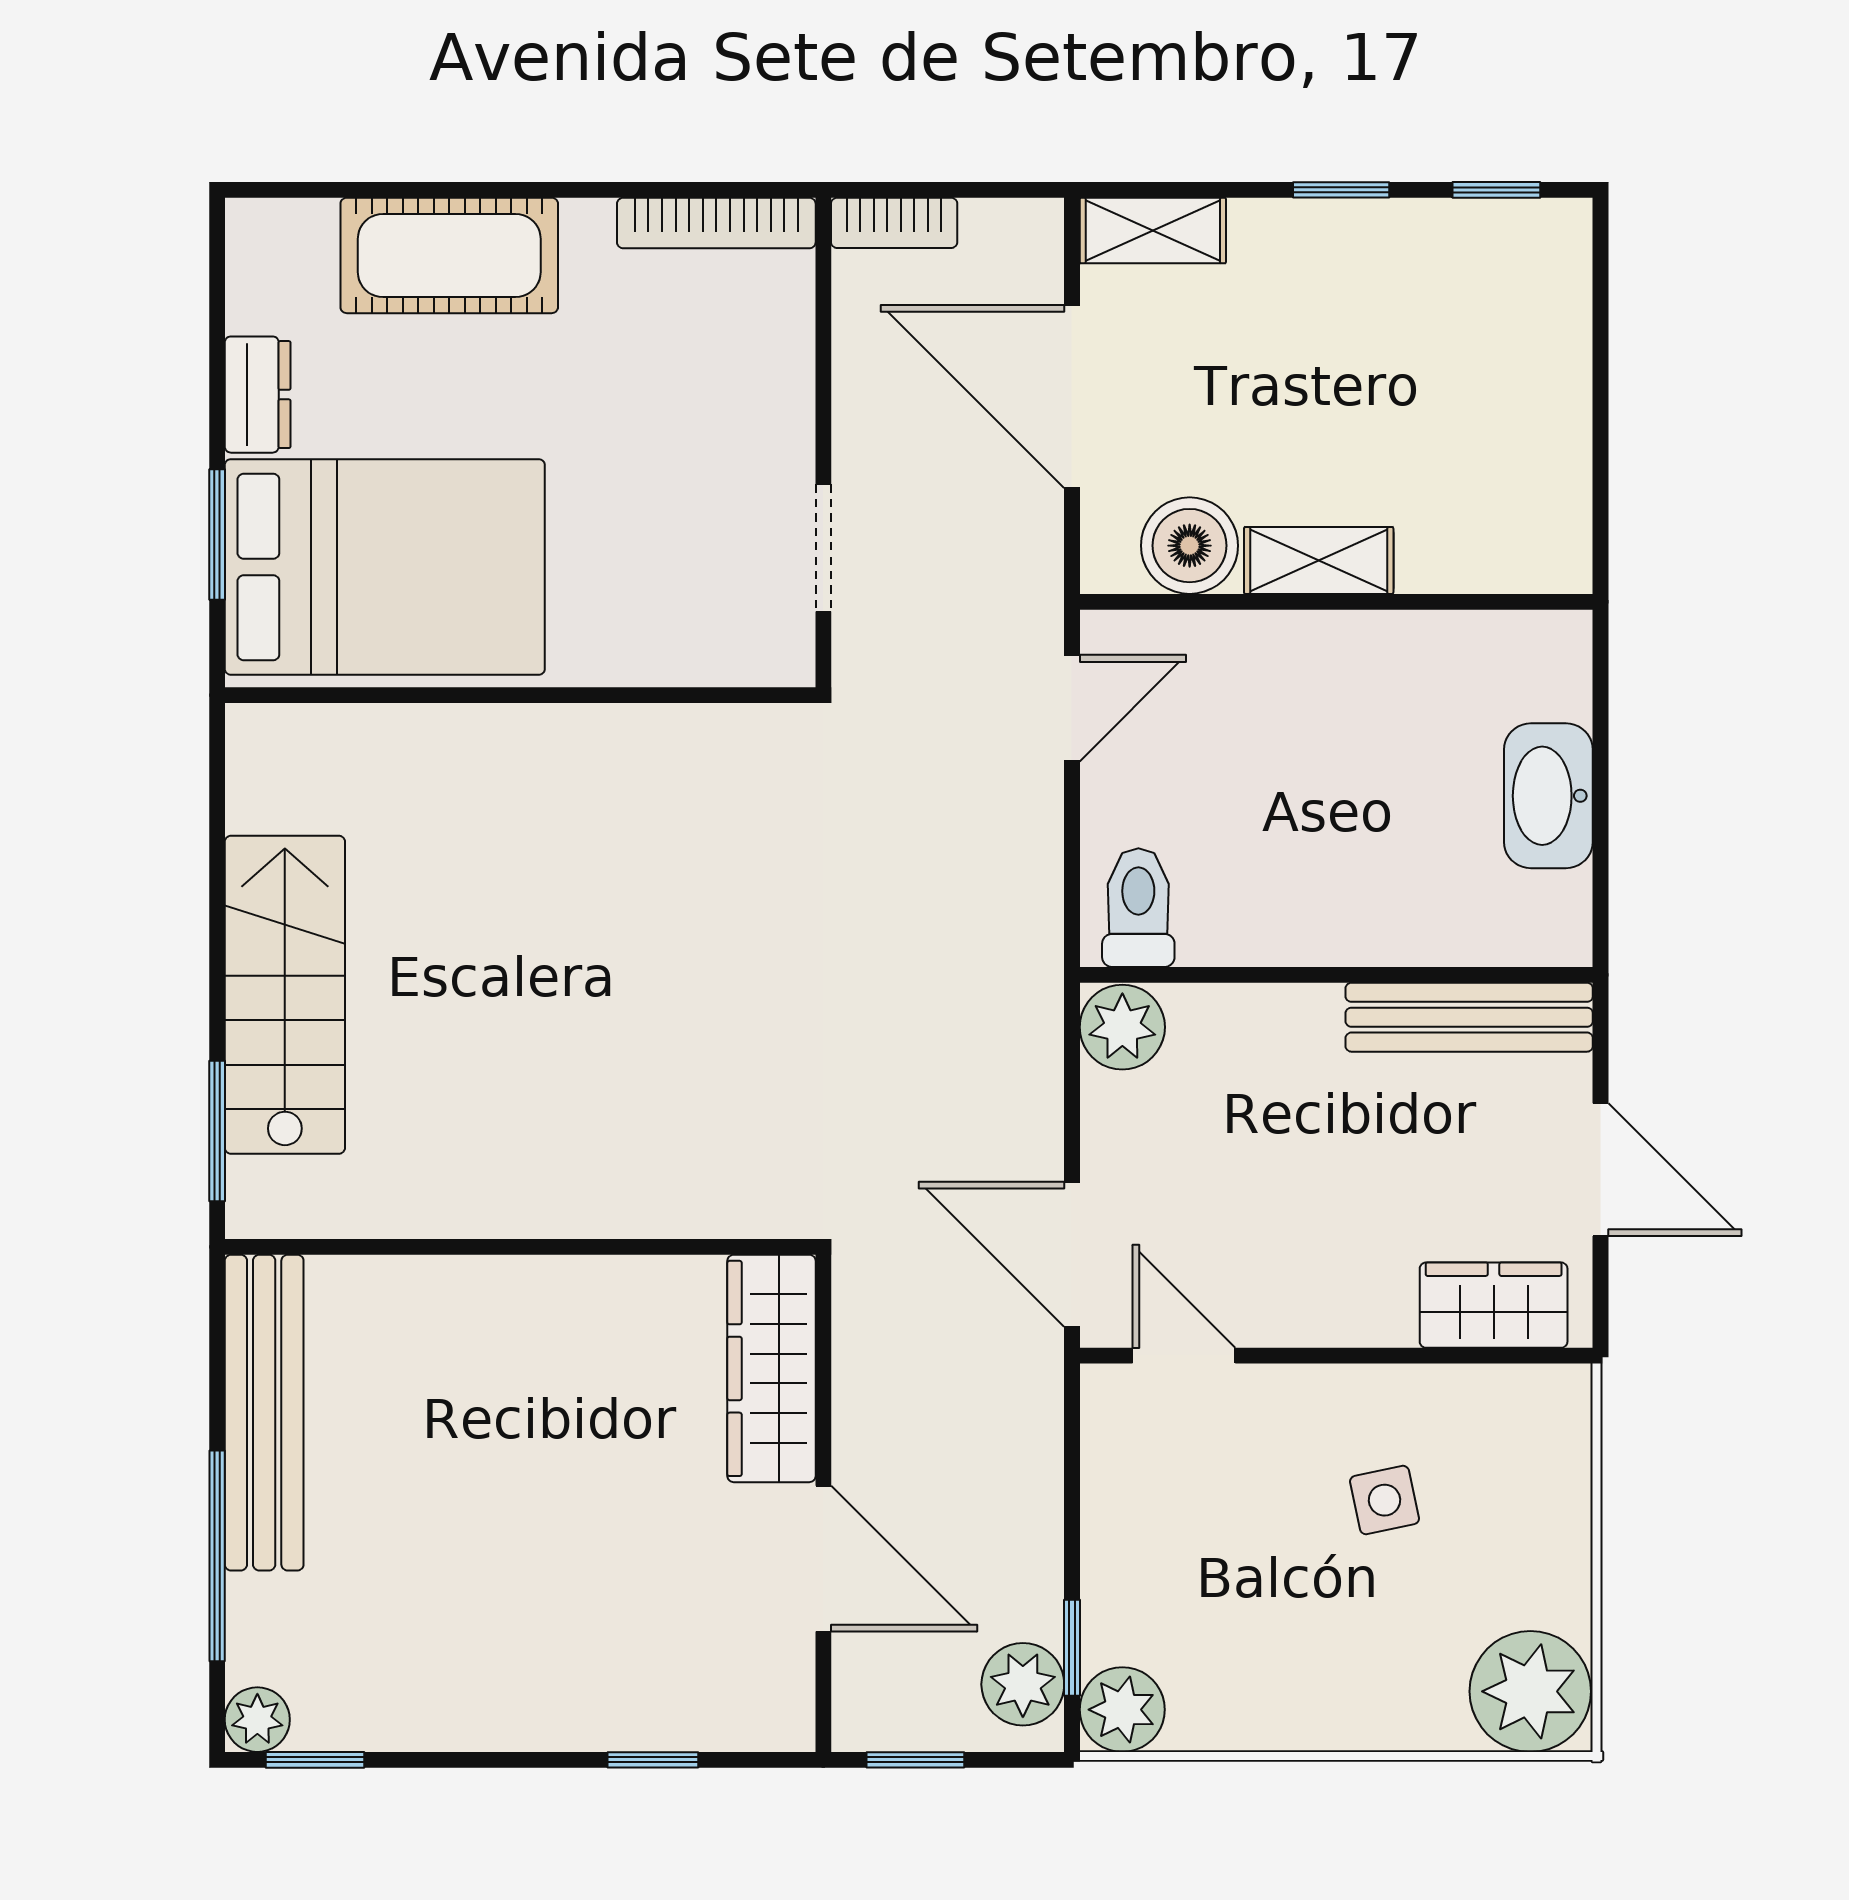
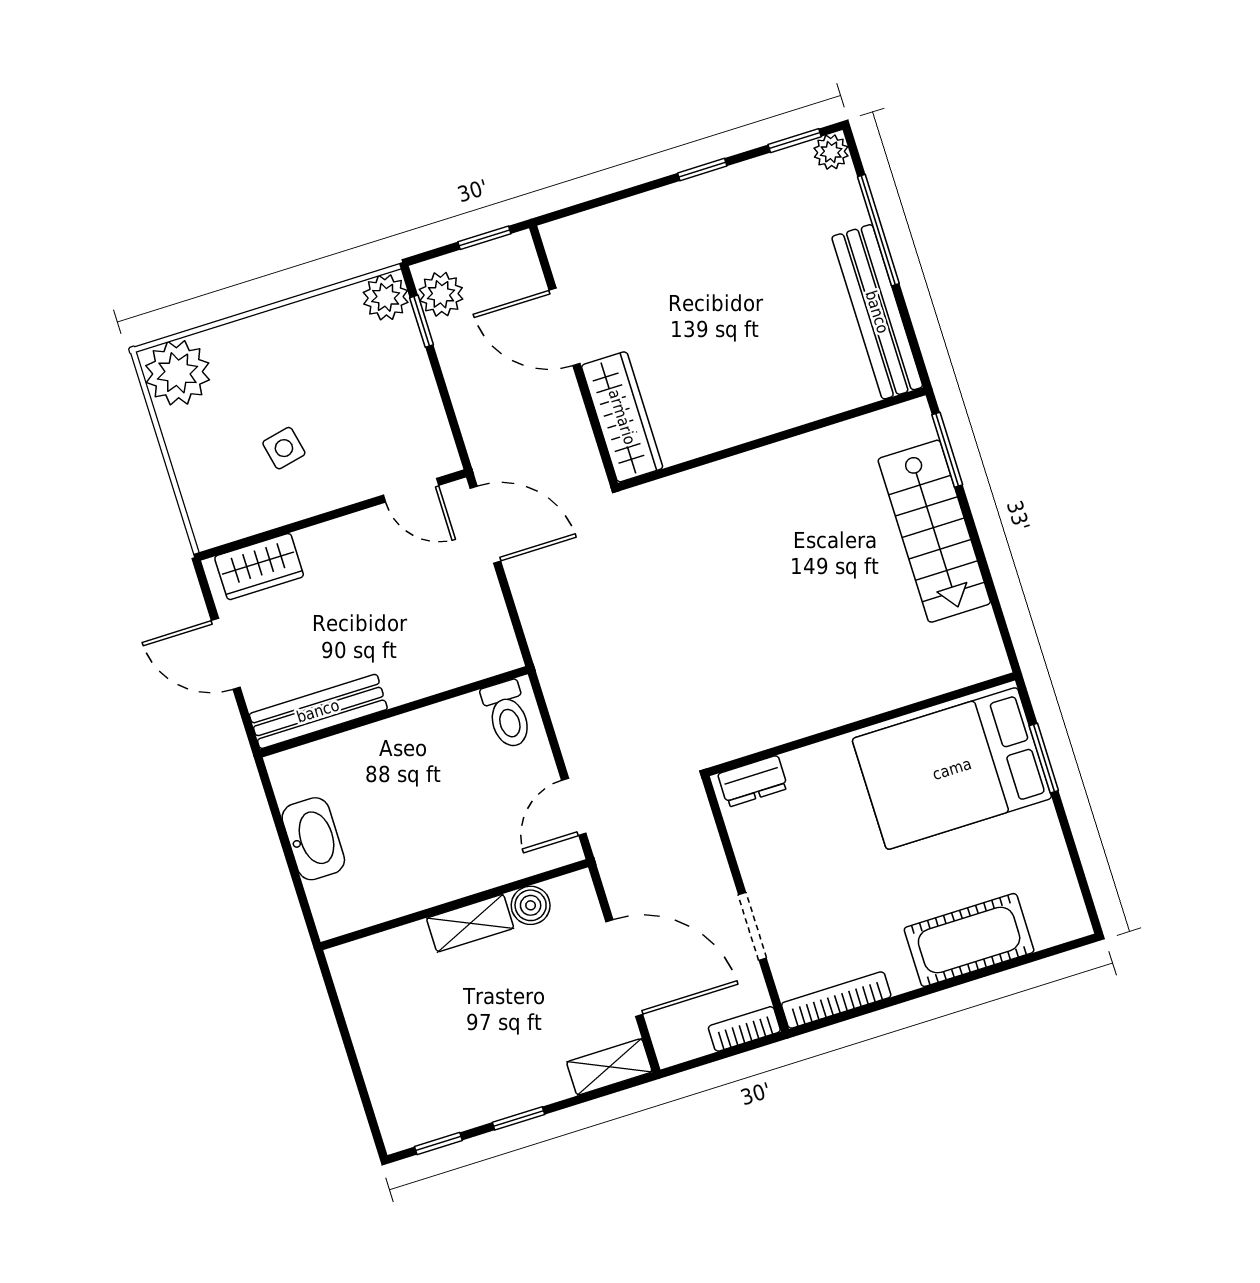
dresser: (258, 395) -> (753, 781), moved, turned -90
boiler: (1190, 546) -> (531, 905), width x0.73, depth x0.73
doorway: (823, 548) -> (752, 926), moved
plant: (1122, 1027) -> (496, 650), removed
window: (653, 1760) -> (702, 170), moved

